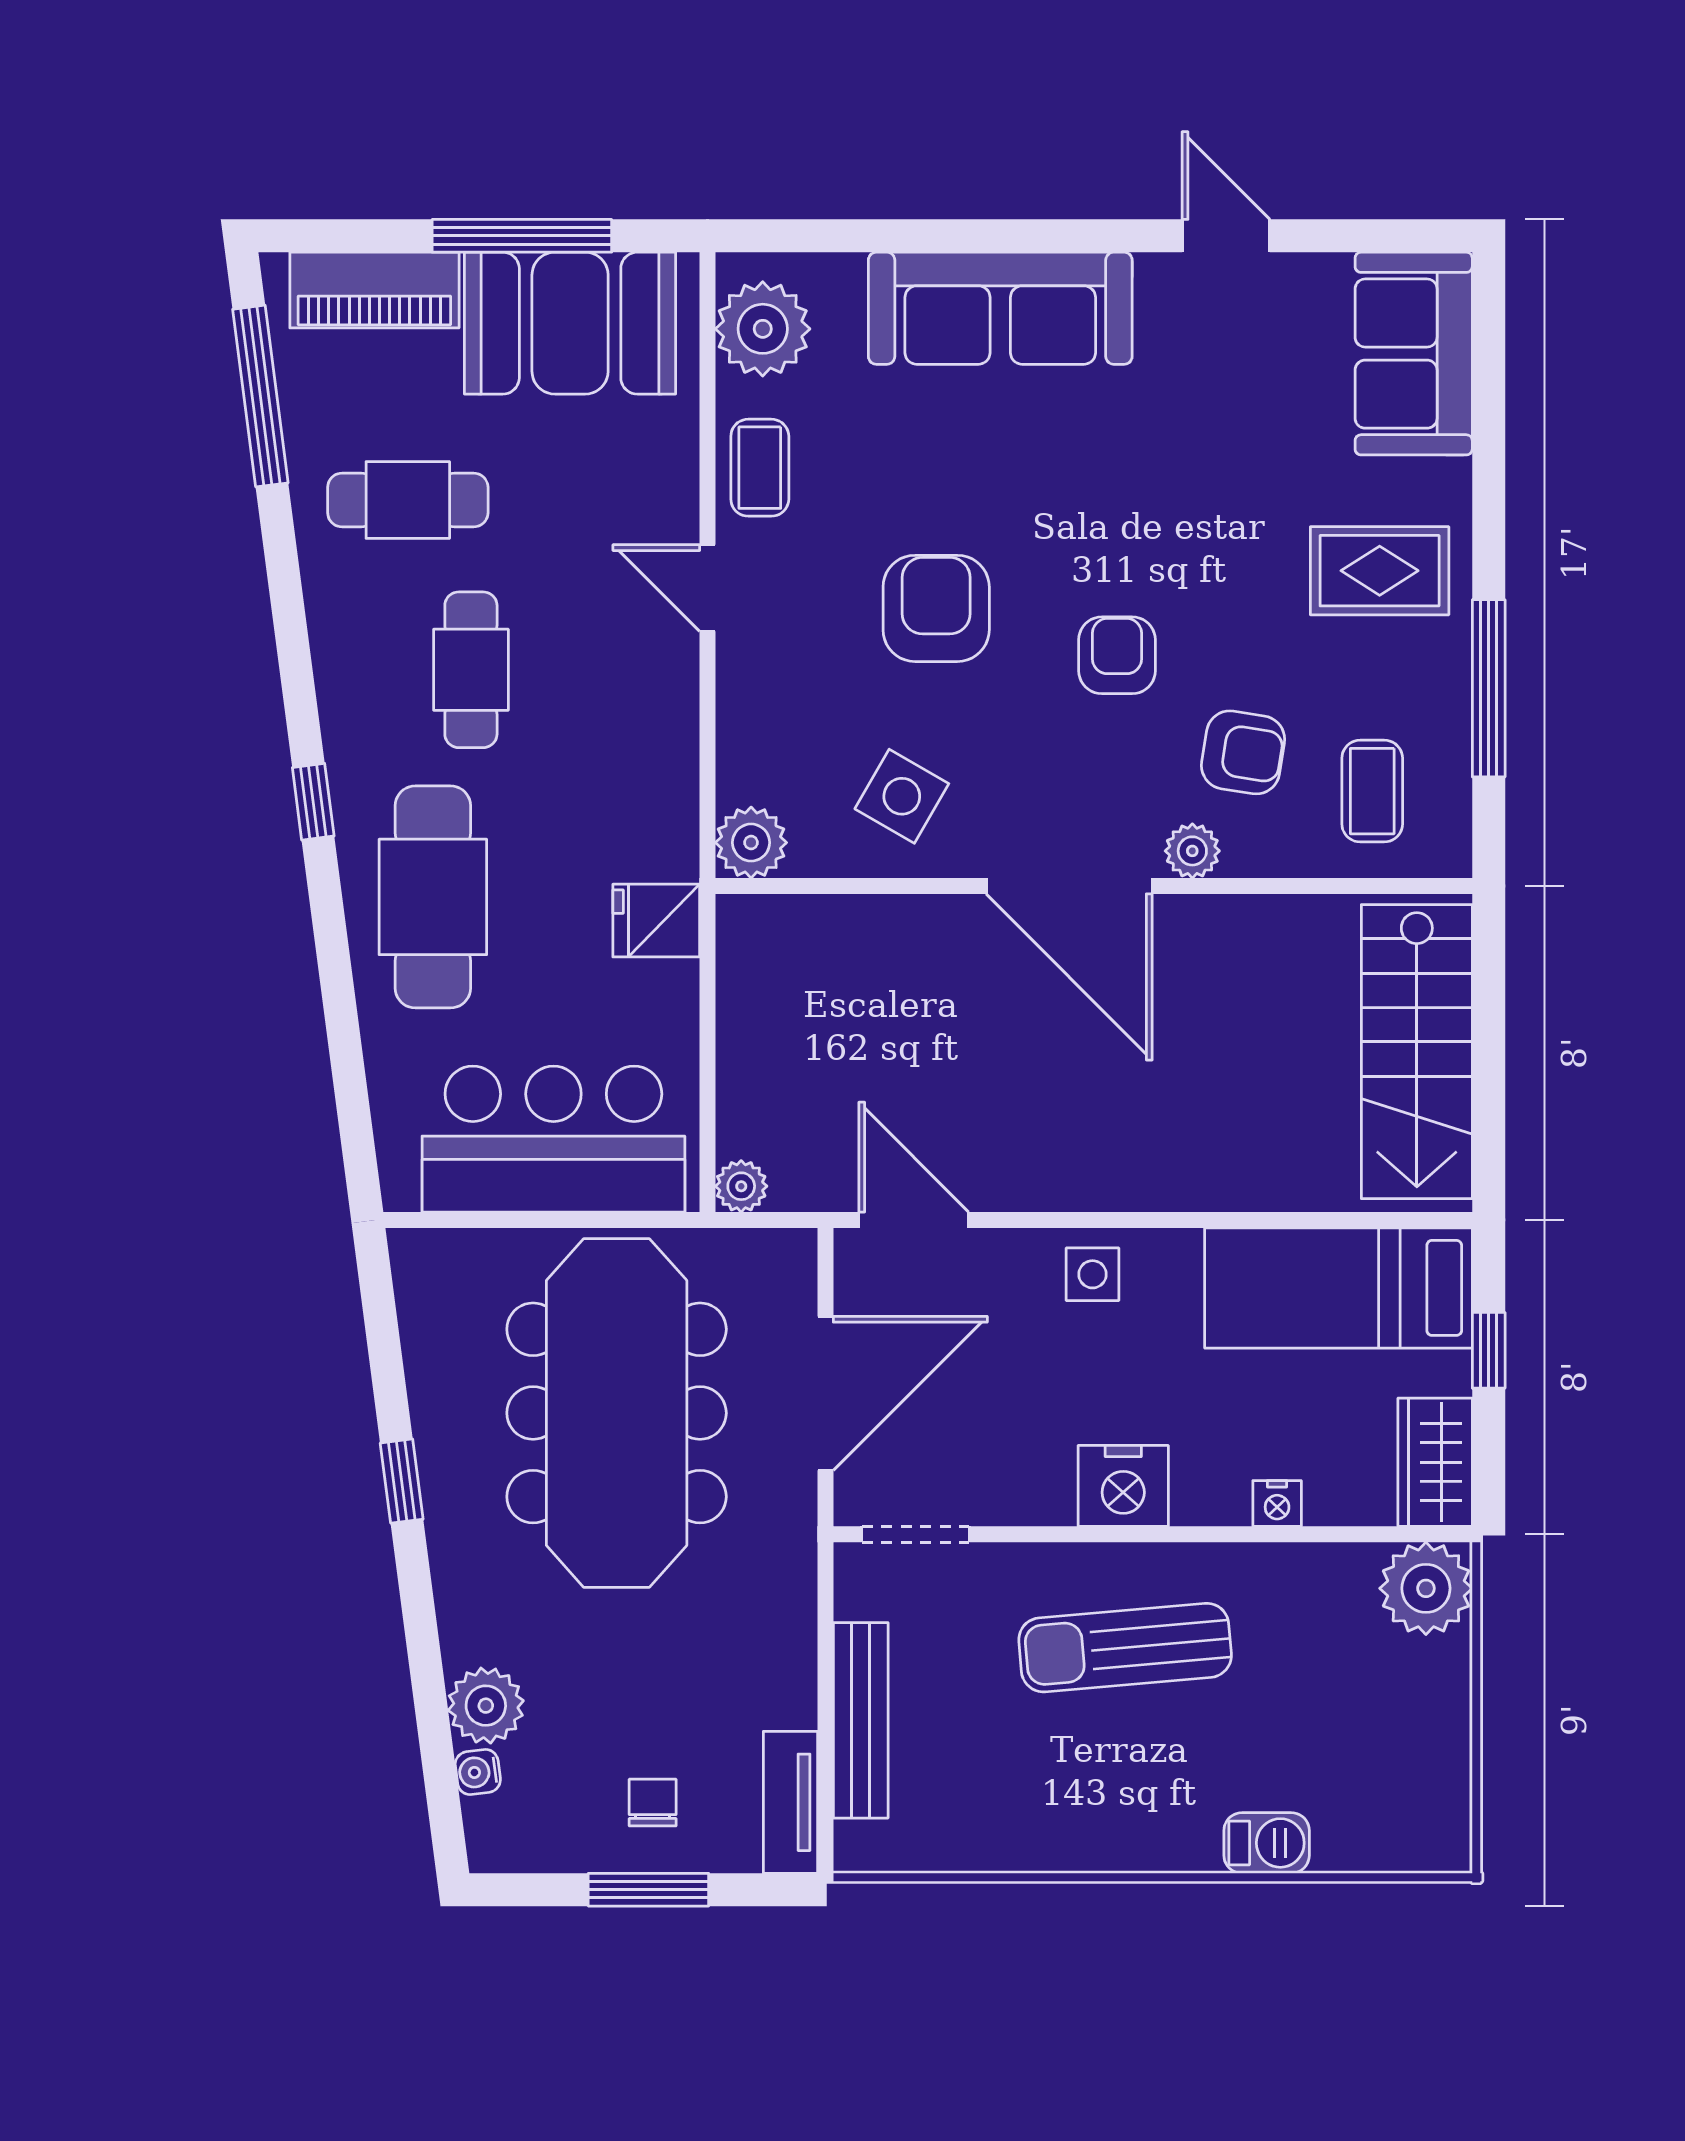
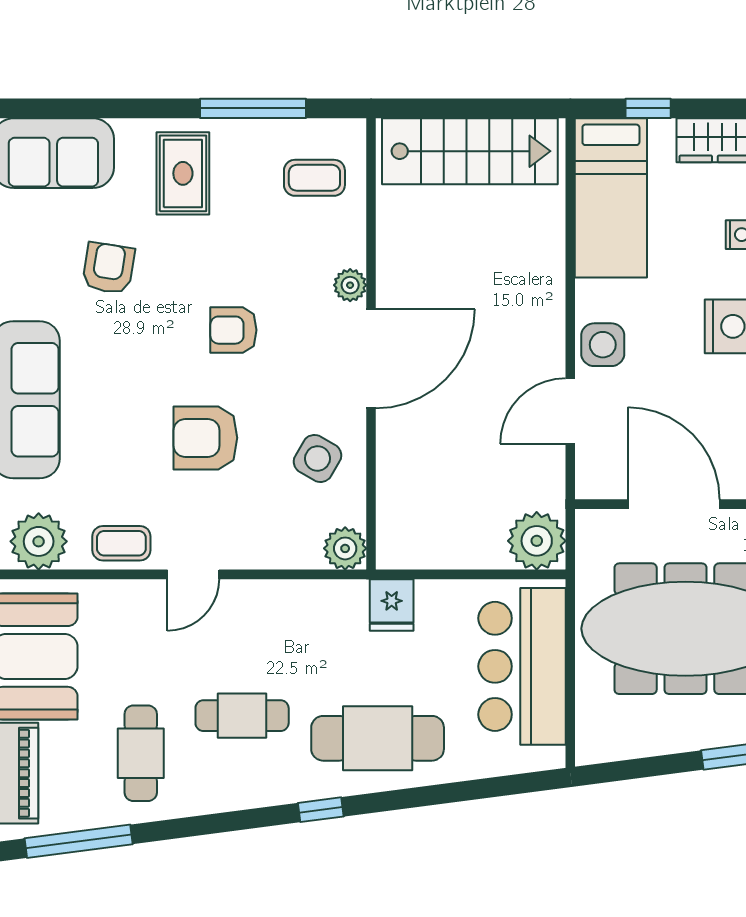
armchair: (1243, 752) -> (108, 268), moved
plant: (741, 1186) -> (537, 541), width x1.87, depth x1.87
door: (914, 1220) -> (570, 411), moved
side table: (1093, 1274) -> (603, 345), width x1.37, depth x1.37

